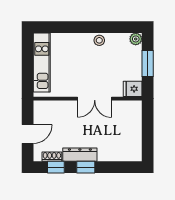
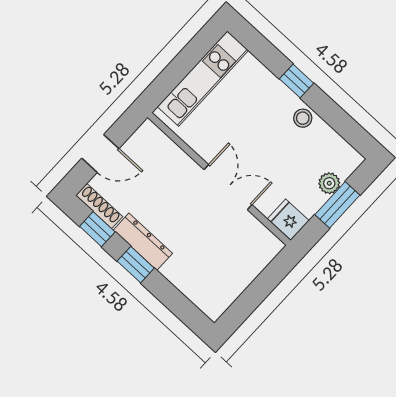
window: (82, 27) -> (297, 81), added
plant: (136, 39) -> (329, 183), moved
double door: (95, 99) -> (228, 187), swing flipped
shoe rack: (52, 157) -> (99, 206), width x1.43

